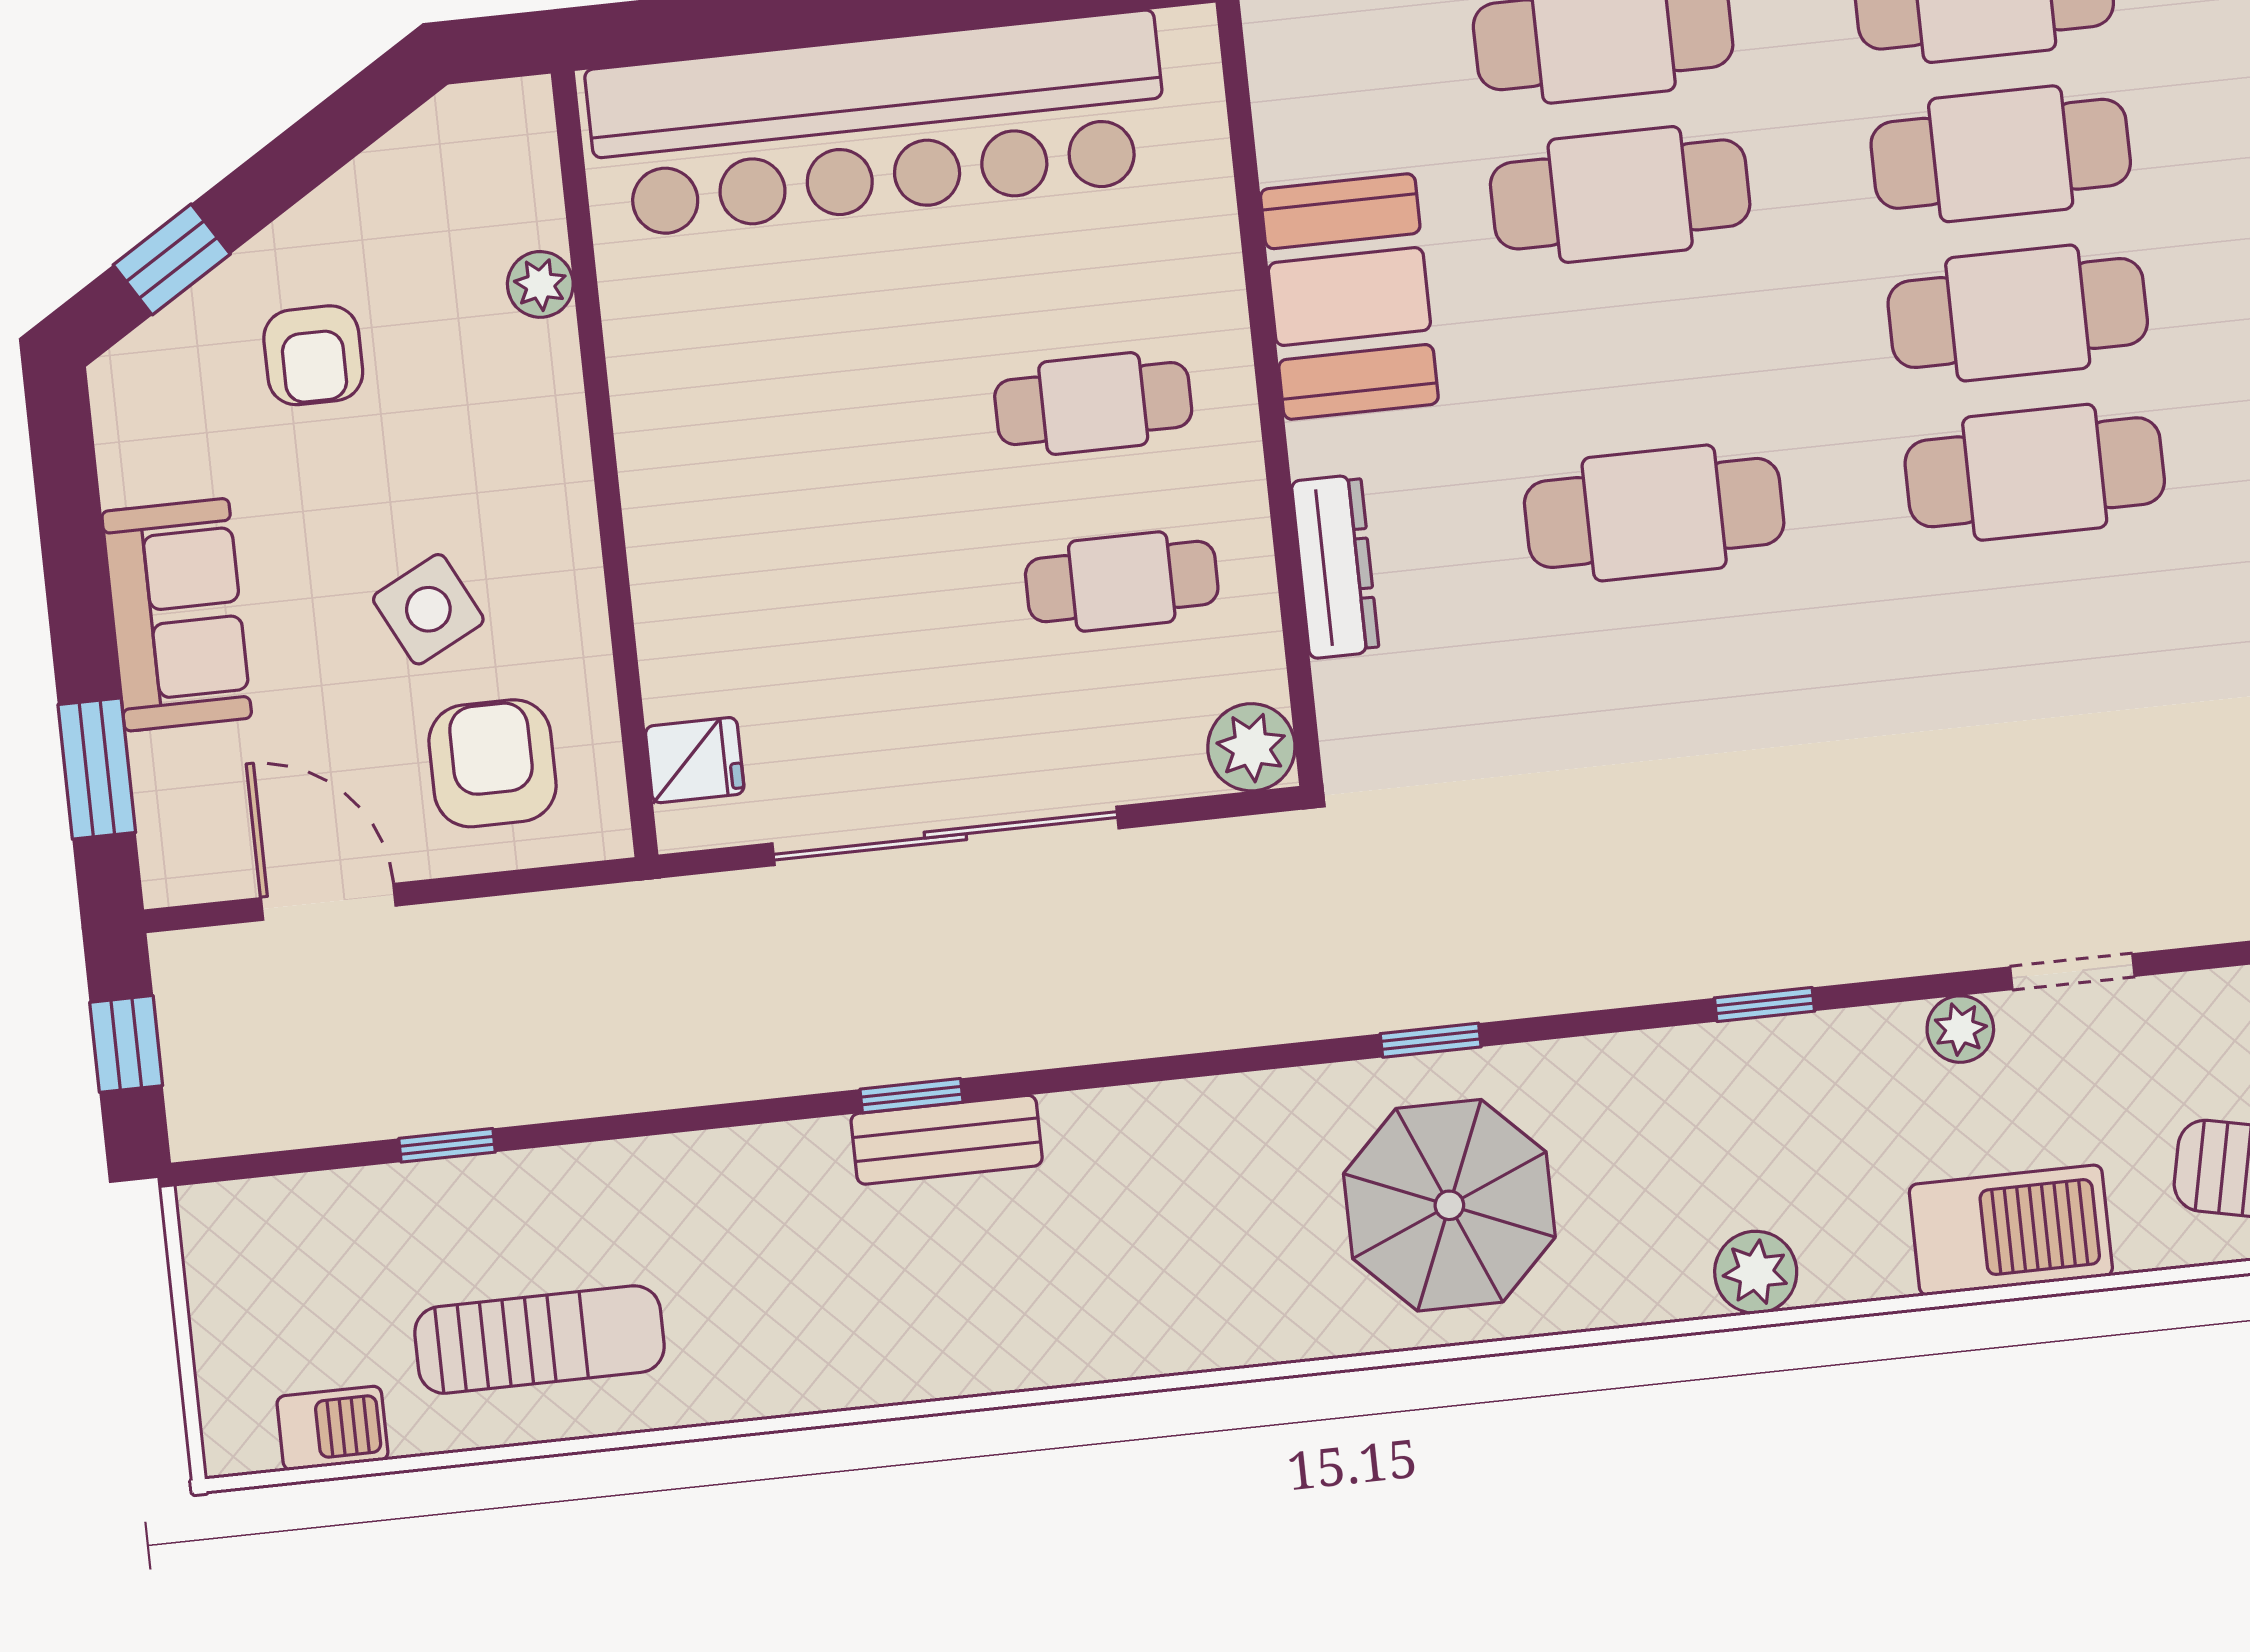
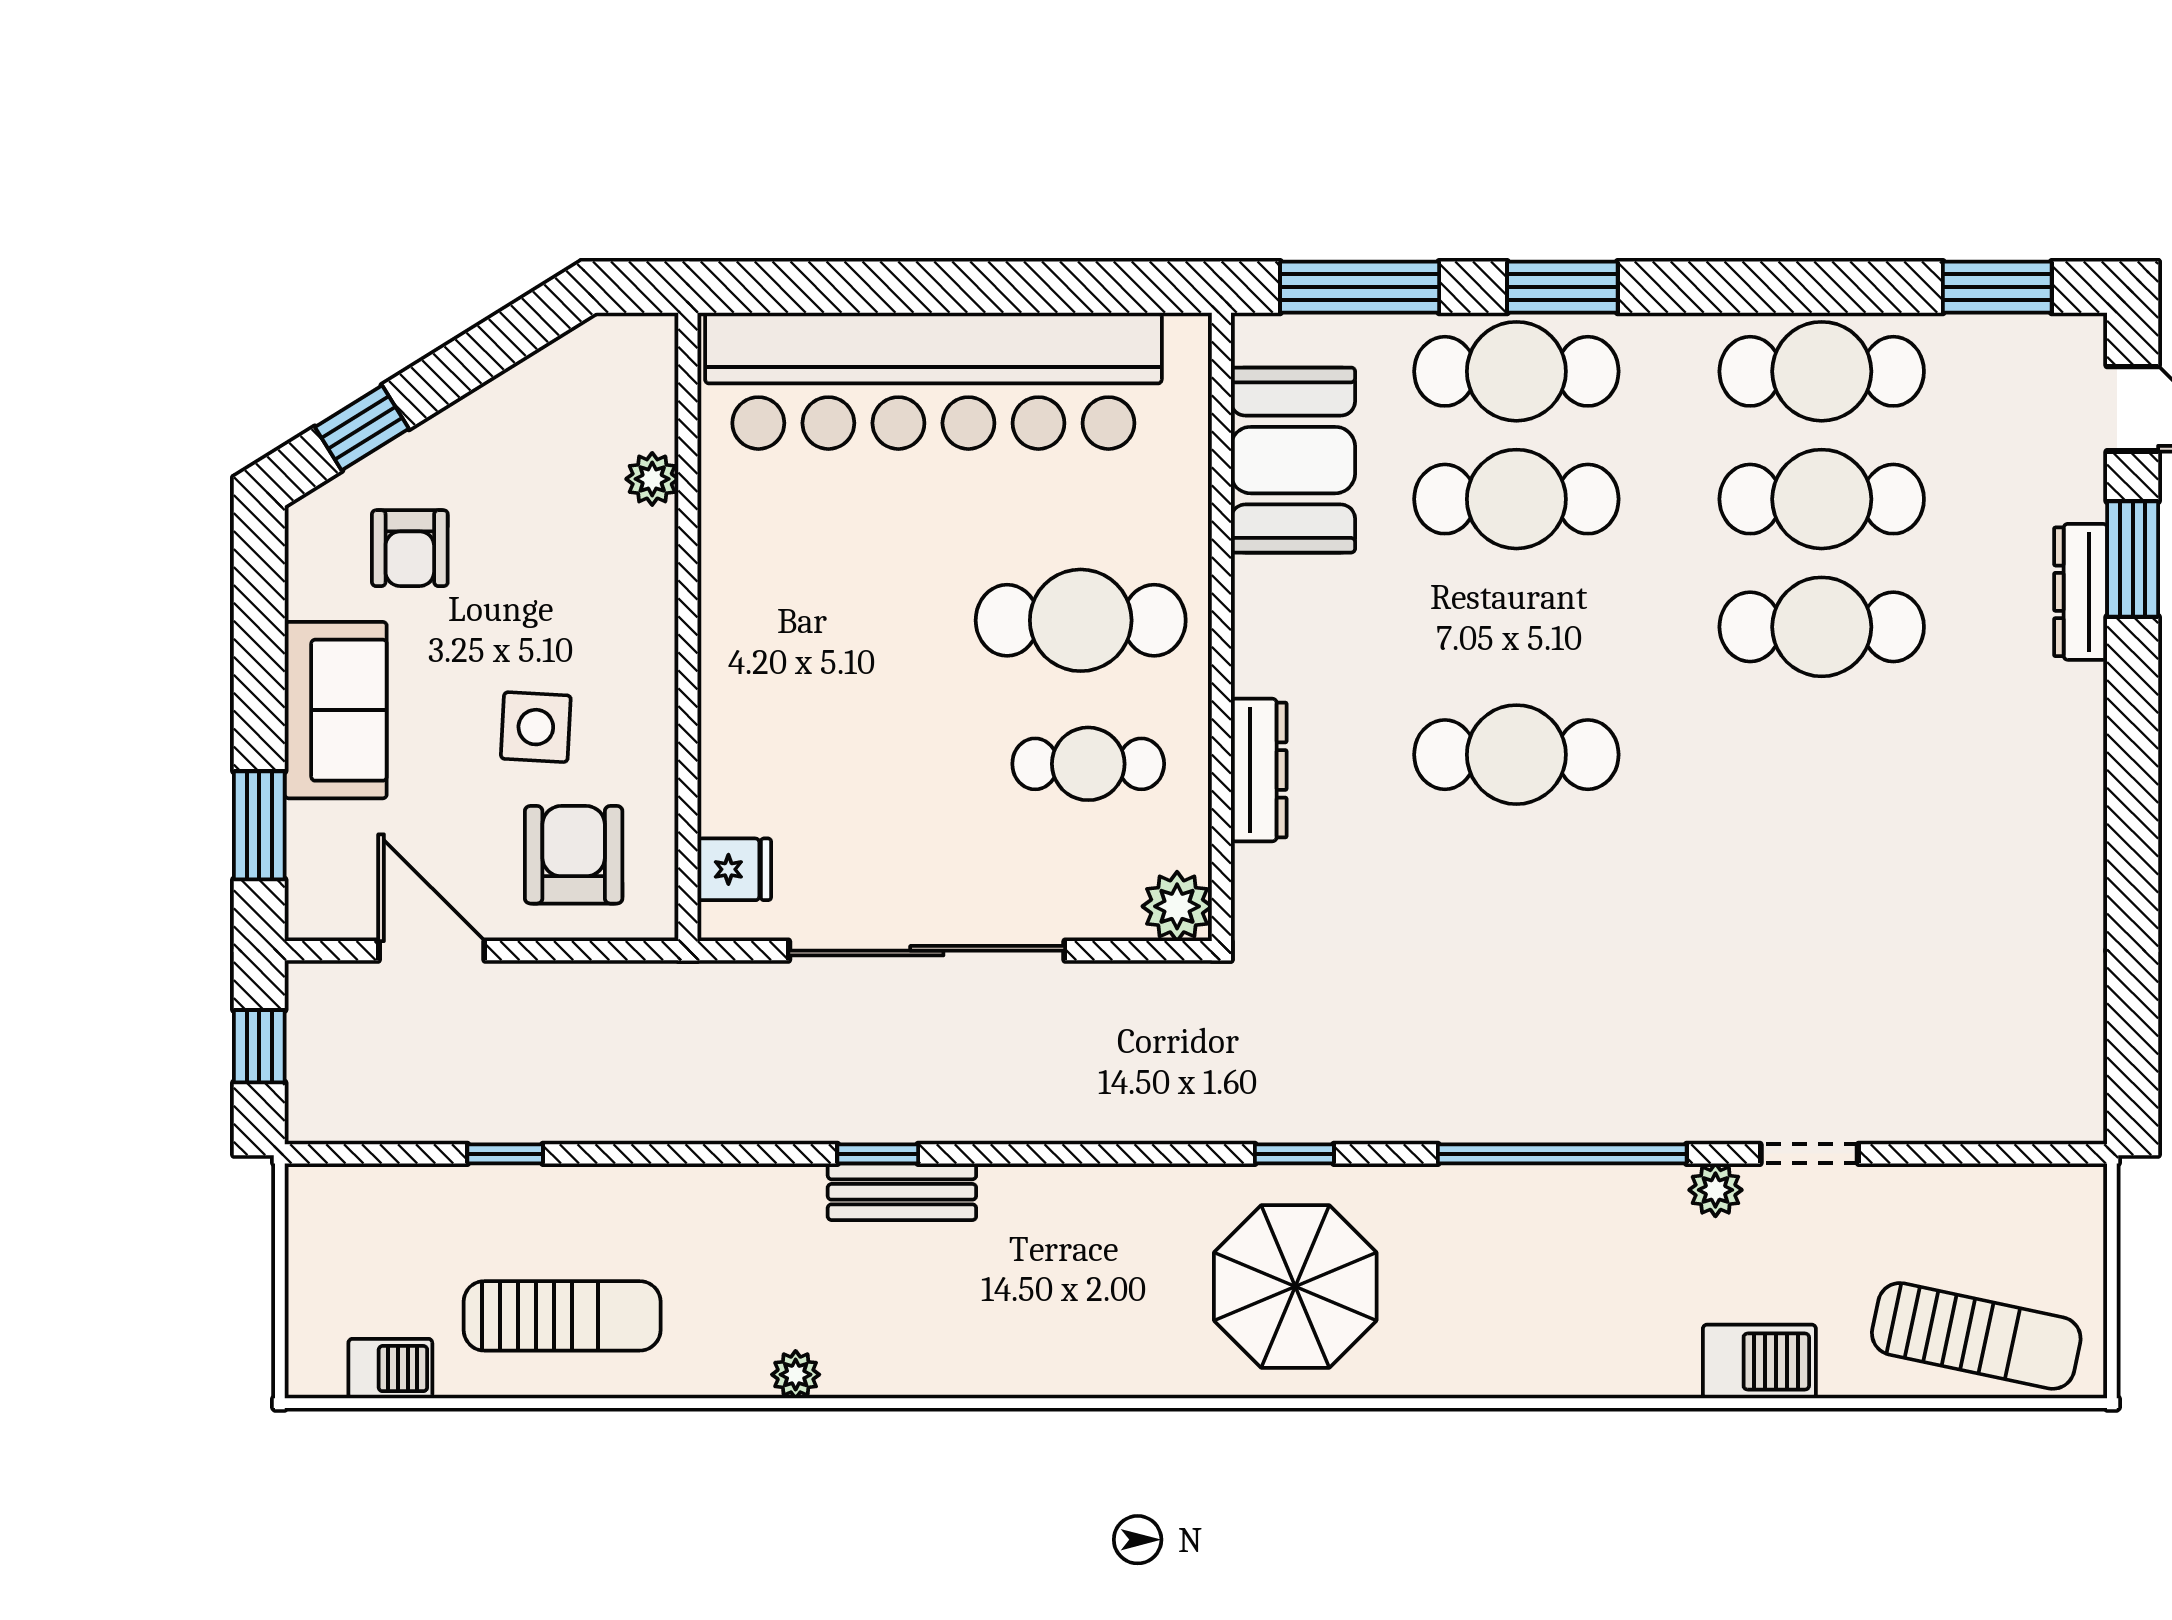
booth: (1349, 297) -> (1293, 460), moved
armchair: (313, 355) -> (410, 548), moved
cafe table: (1093, 404) -> (1081, 620), width x1.37, depth x1.35
cafe table: (2035, 472) -> (1822, 755), removed
side table: (428, 609) -> (536, 727), turned 30
window: (1765, 1004) -> (1562, 1154), width x3.17
barbecue: (2011, 1230) -> (1759, 1362), width x0.73, depth x0.83
plant: (1756, 1272) -> (796, 1375), moved, width x0.73, depth x0.73

